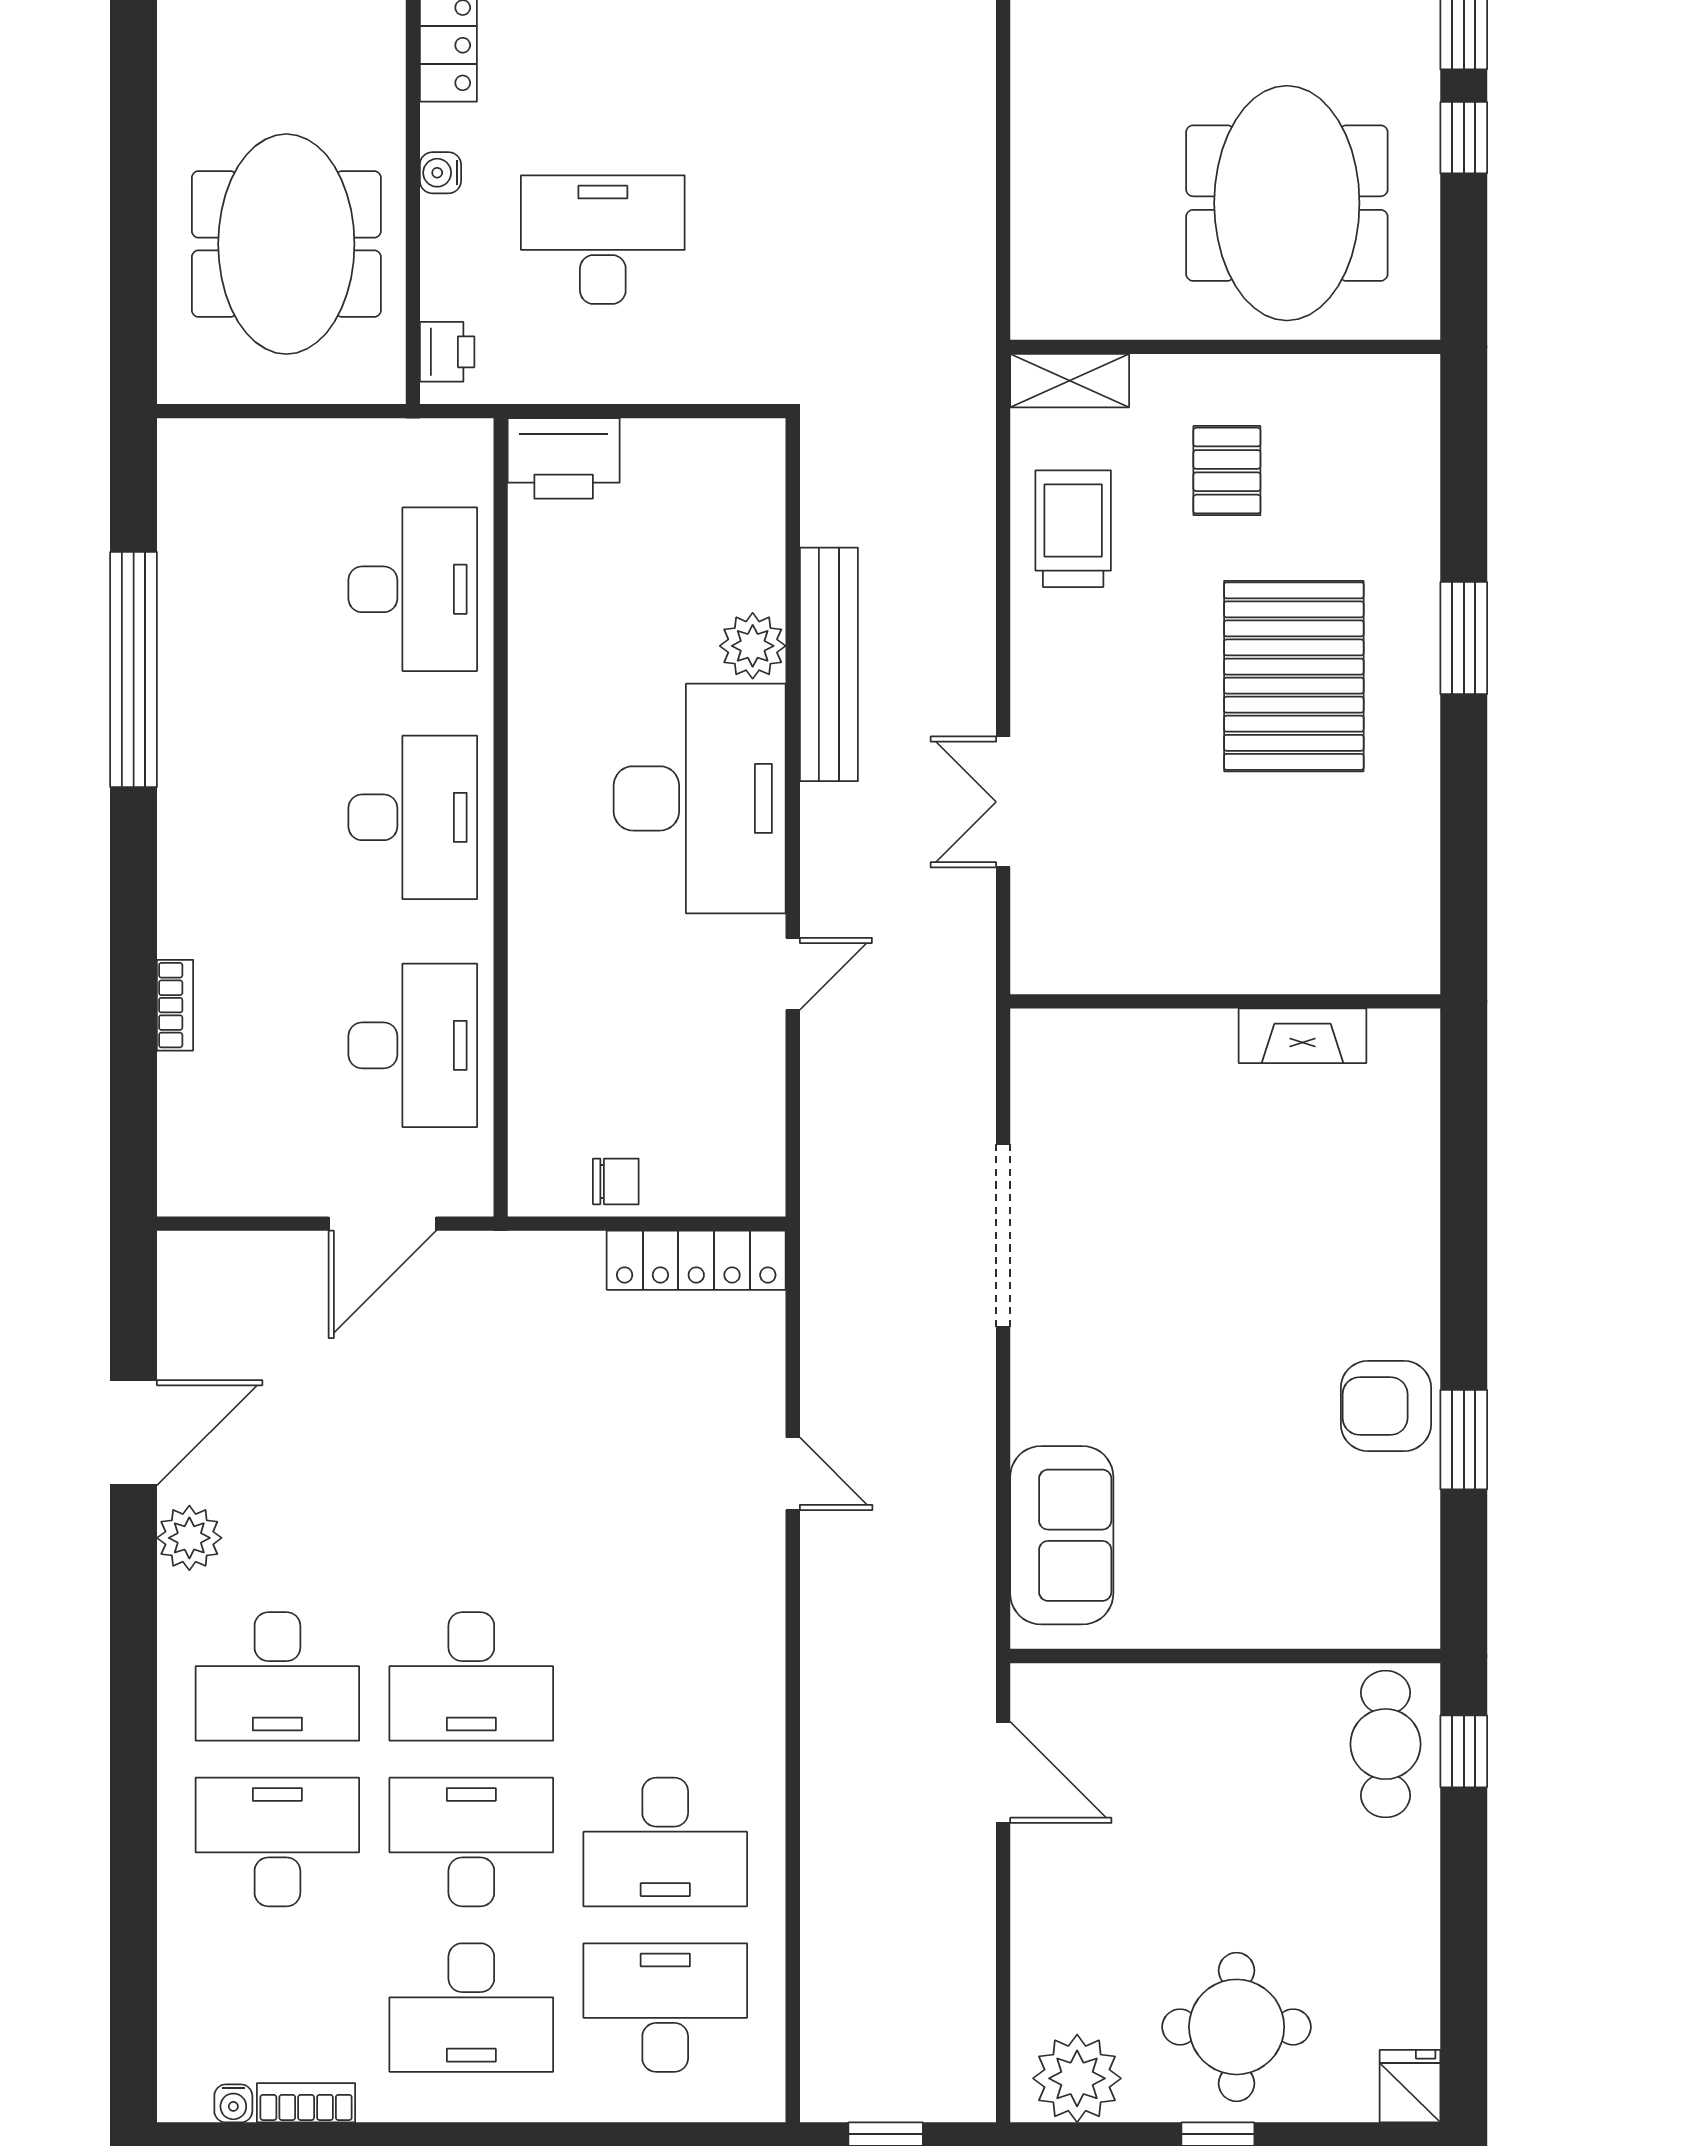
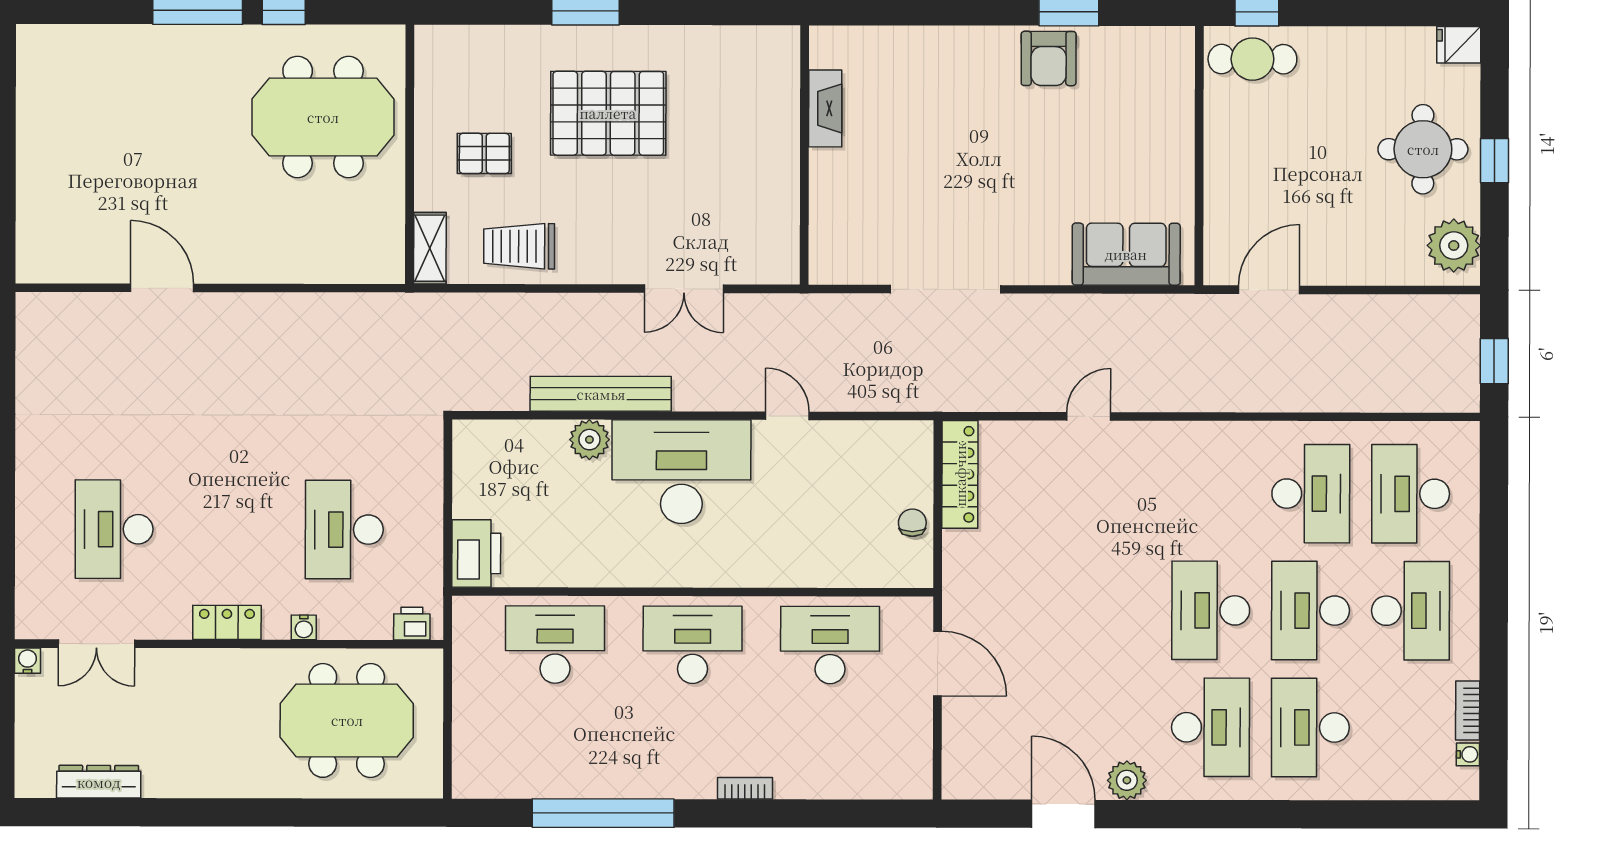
bookcase: (175, 1005) -> (745, 788), moved
desk: (471, 1676) -> (1211, 610), turned 180

